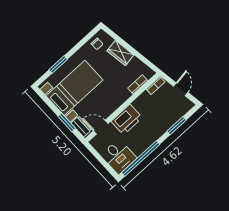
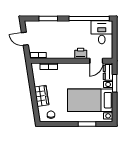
door: (181, 89) -> (25, 39), hinge flipped
printer: (127, 119) -> (81, 53), width x0.53, depth x0.68
door: (101, 127) -> (96, 61), hinge flipped

